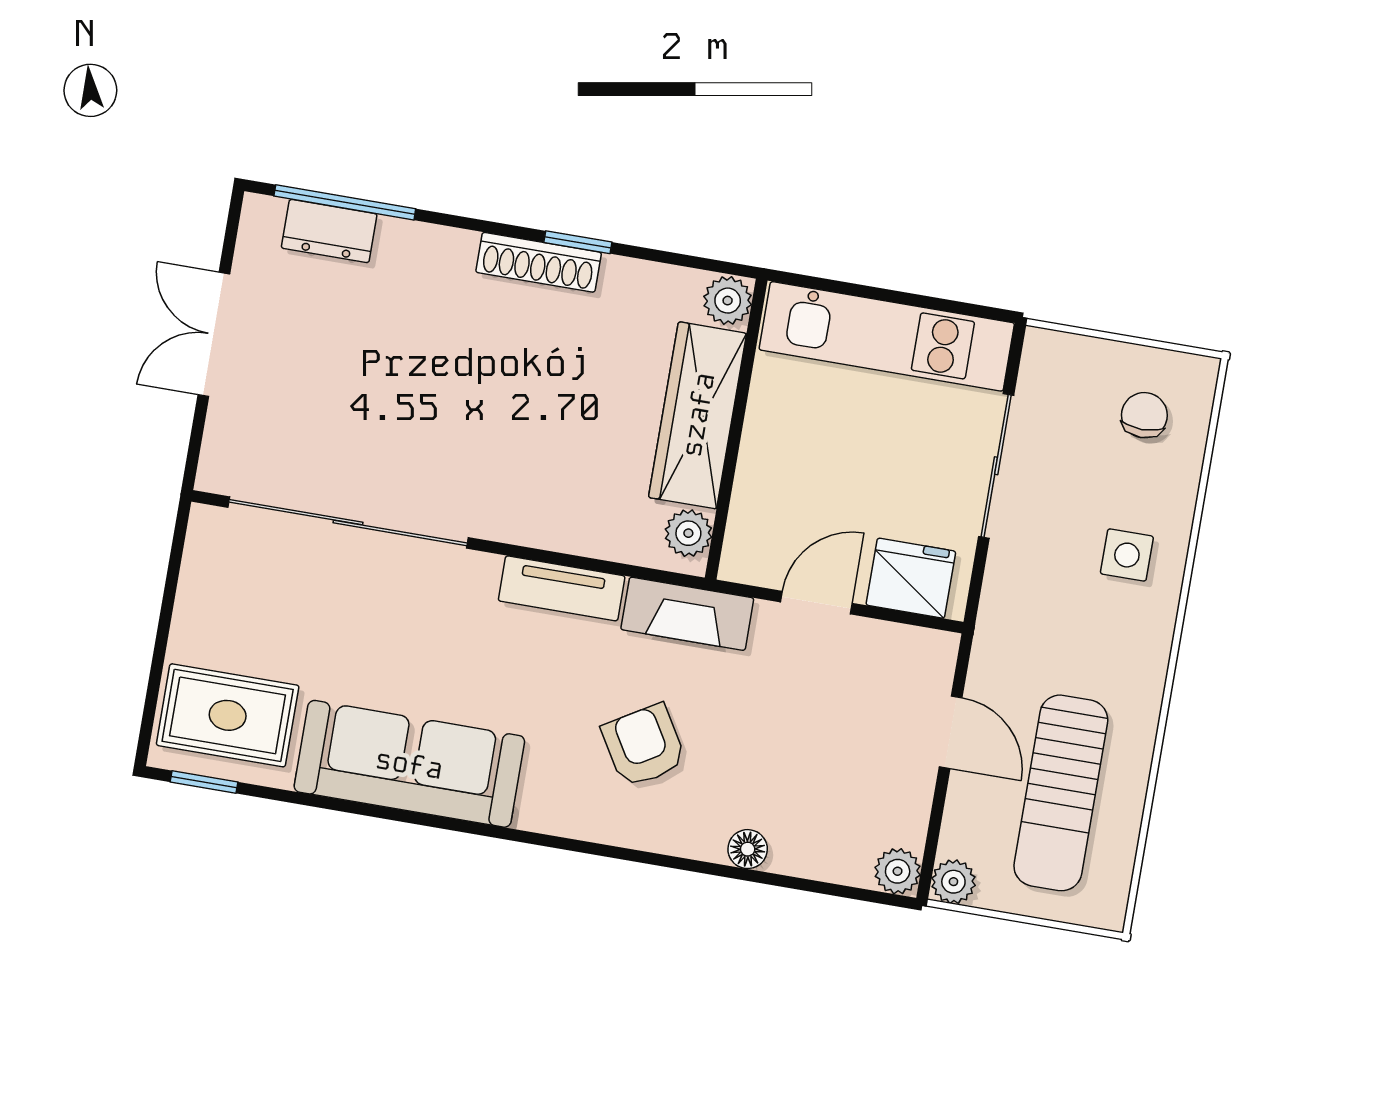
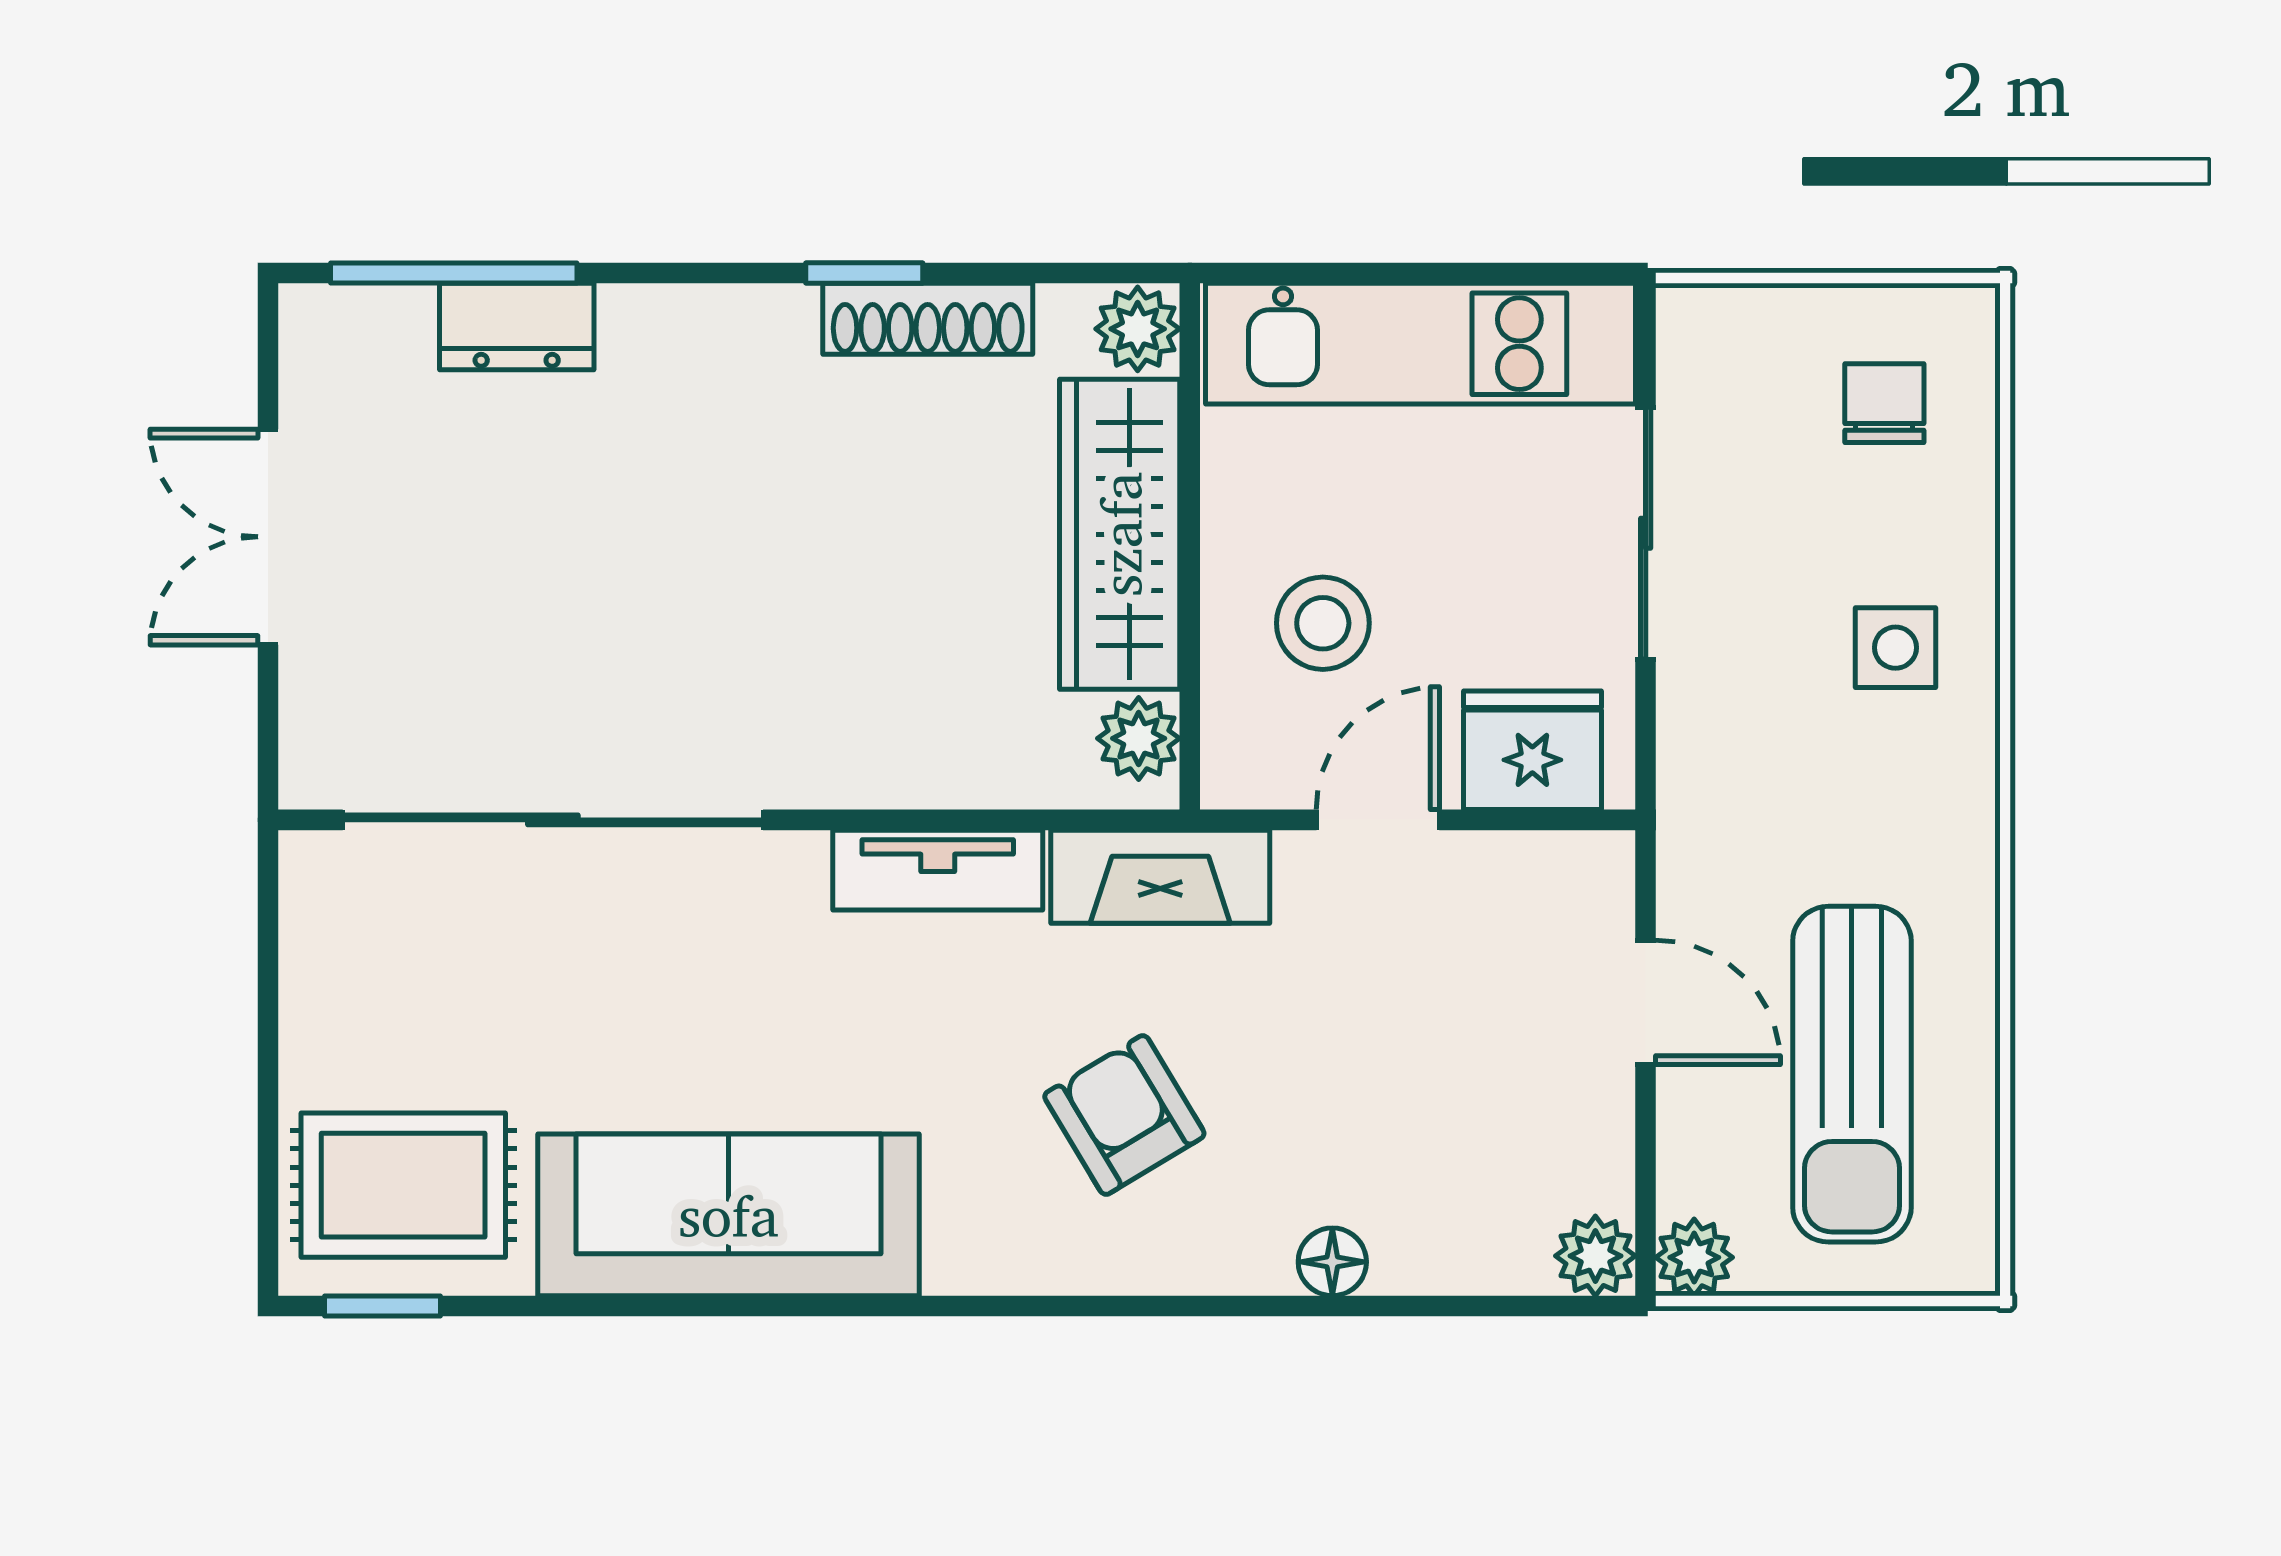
dresser: (329, 231) -> (517, 326), moved
shoe rack: (539, 262) -> (928, 319), moved
stool: (804, 486) -> (1323, 623), added

